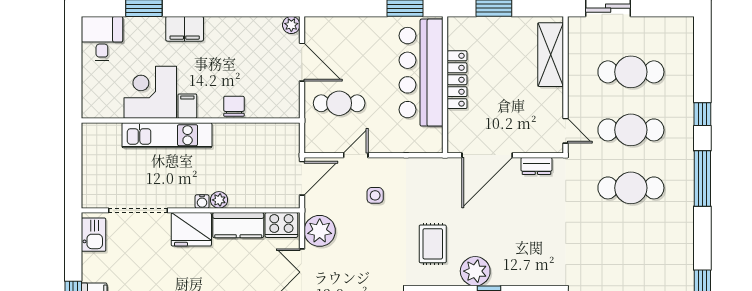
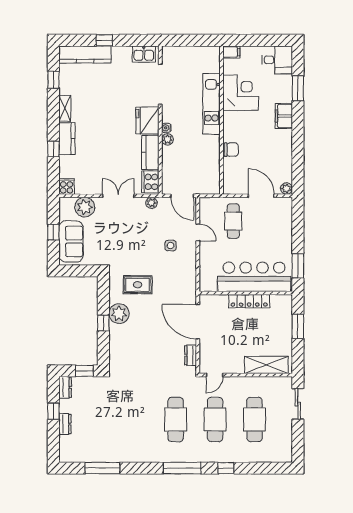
door: (302, 62) -> (261, 196), swing flipped
filing cabinet: (187, 106) -> (231, 52), moved
plant: (320, 231) -> (151, 203), width x0.53, depth x0.53

